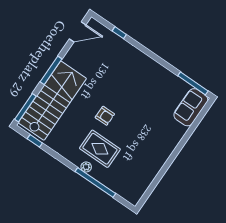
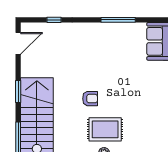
window: (51, 70) -> (18, 91), width x0.69
window: (193, 83) -> (118, 20), moved

